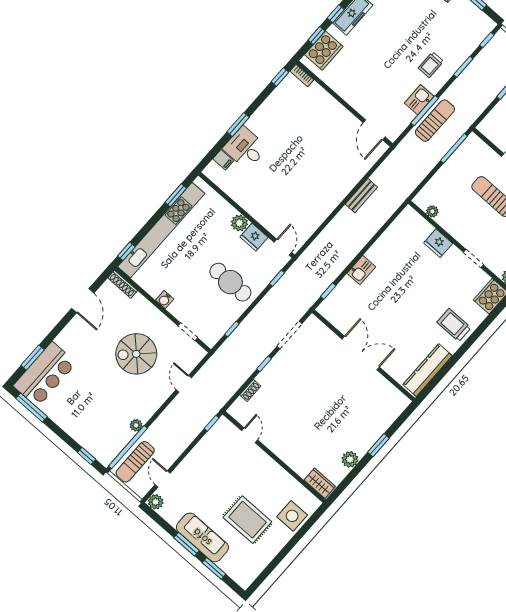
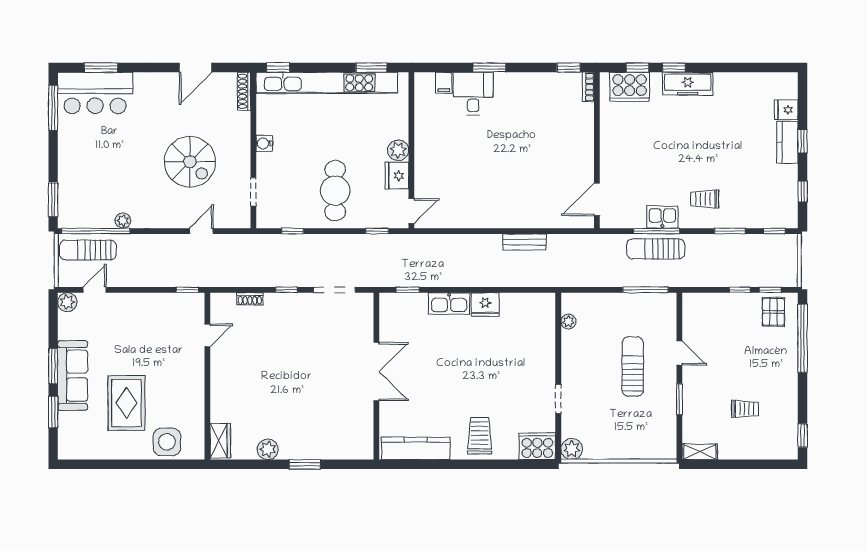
sun lounger: (435, 121) -> (656, 249), turned 180
fridge: (438, 243) -> (485, 305), moved, turned -90
kitchen sink: (361, 270) -> (449, 303), width x1.38
spiral stairs: (136, 354) -> (190, 162), turned 180
window: (87, 456) -> (53, 200), width x1.50

